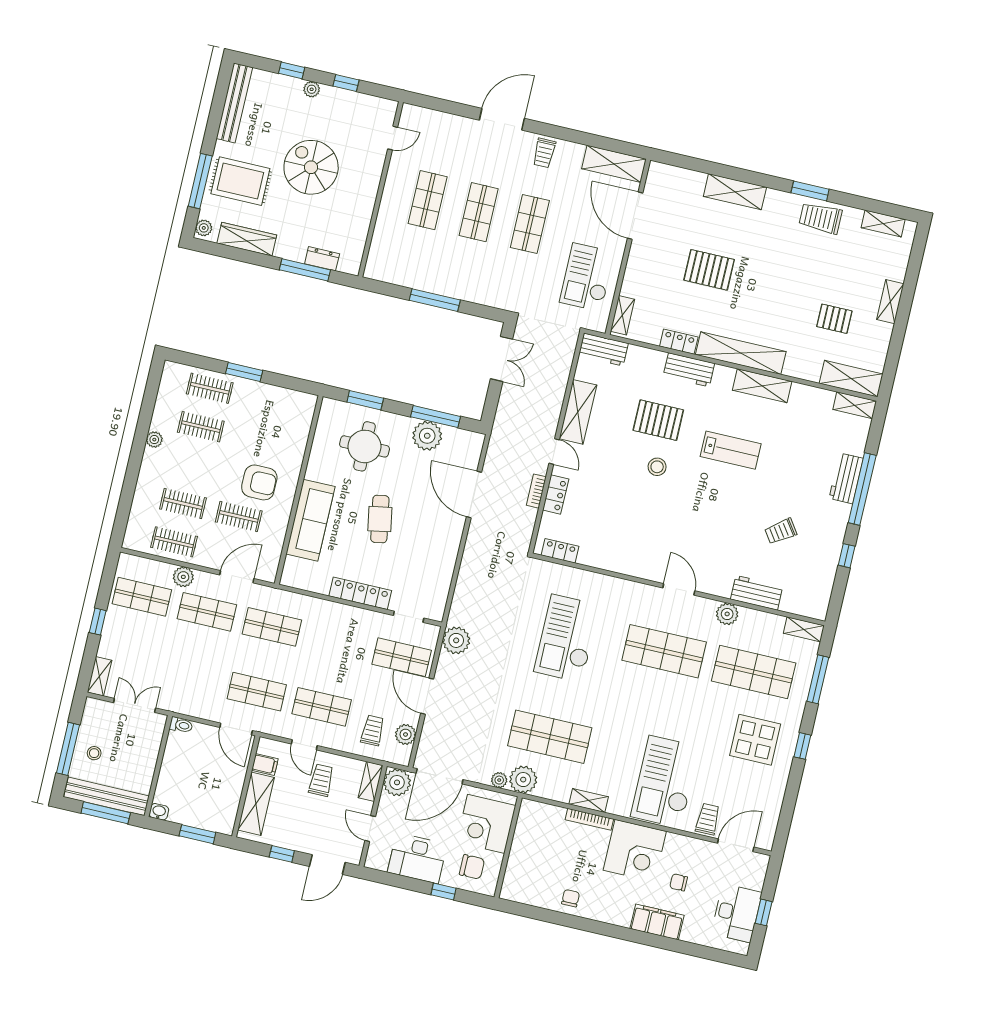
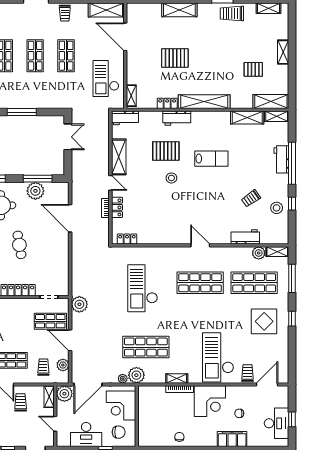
shelving: (762, 386) -> (247, 117), moved
stool: (820, 557) -> (277, 208), added
plant: (727, 614) -> (259, 253), moved

